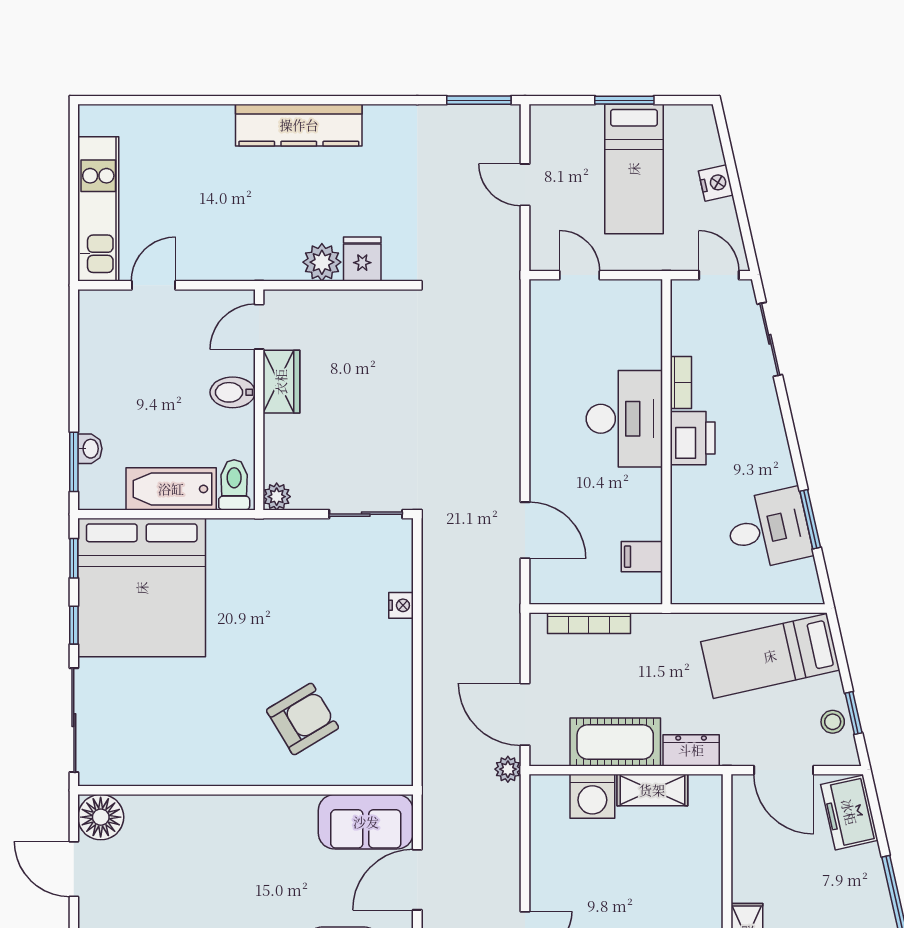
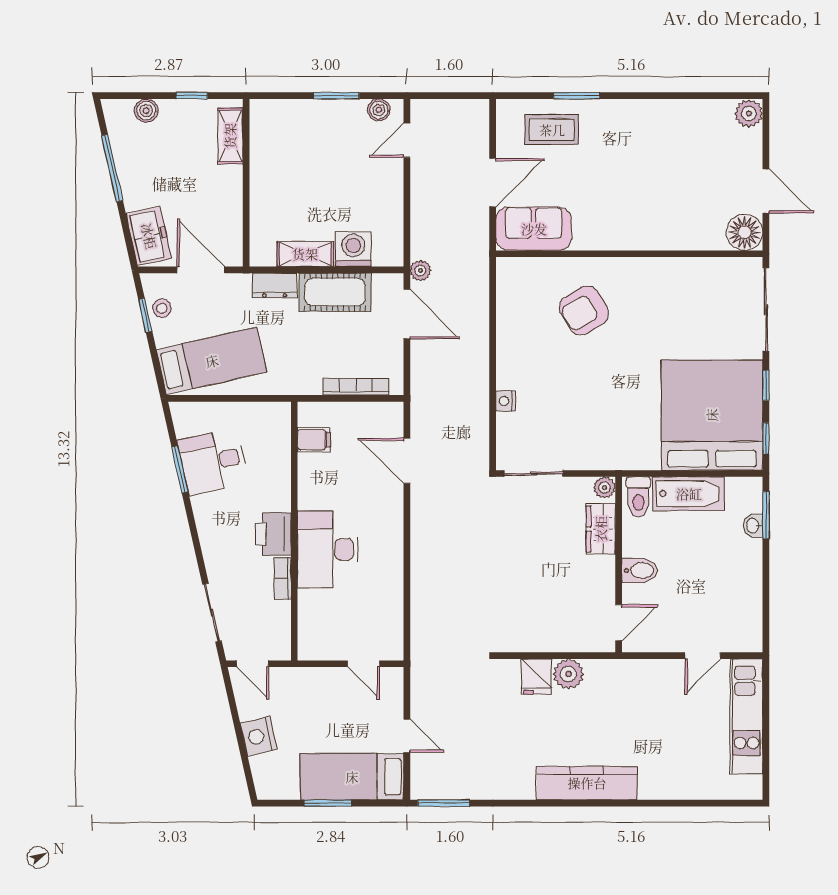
bed: (634, 169) -> (352, 777), moved, turned -90
nightstand: (716, 183) -> (259, 736), width x1.36, depth x1.33
wardrobe: (281, 382) -> (601, 529), moved

